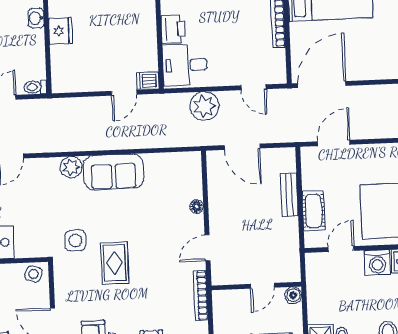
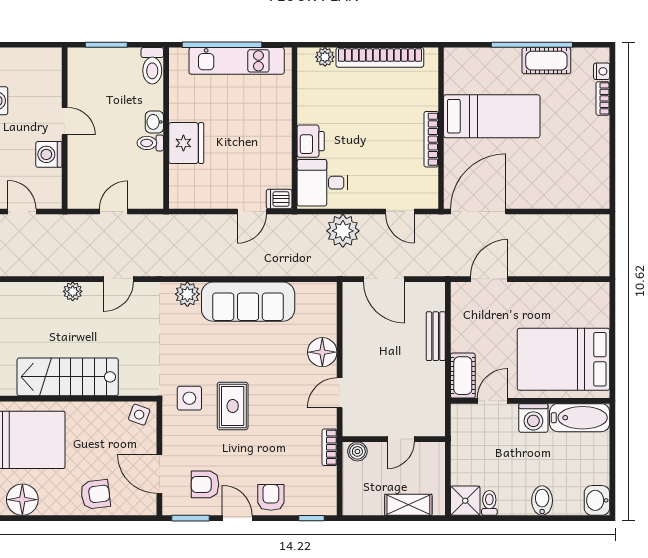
fridge: (60, 31) -> (186, 143), width x1.36, depth x1.34
toilet: (35, 87) -> (150, 143), moved
sofa: (114, 172) -> (248, 302), width x1.36
floor lamp: (197, 206) -> (322, 352), width x1.89, depth x1.89
cot: (314, 211) -> (463, 376), moved
side table: (75, 240) -> (189, 398), moved
bookcase: (201, 295) -> (330, 447), width x0.64
boiler: (293, 295) -> (357, 451), moved

